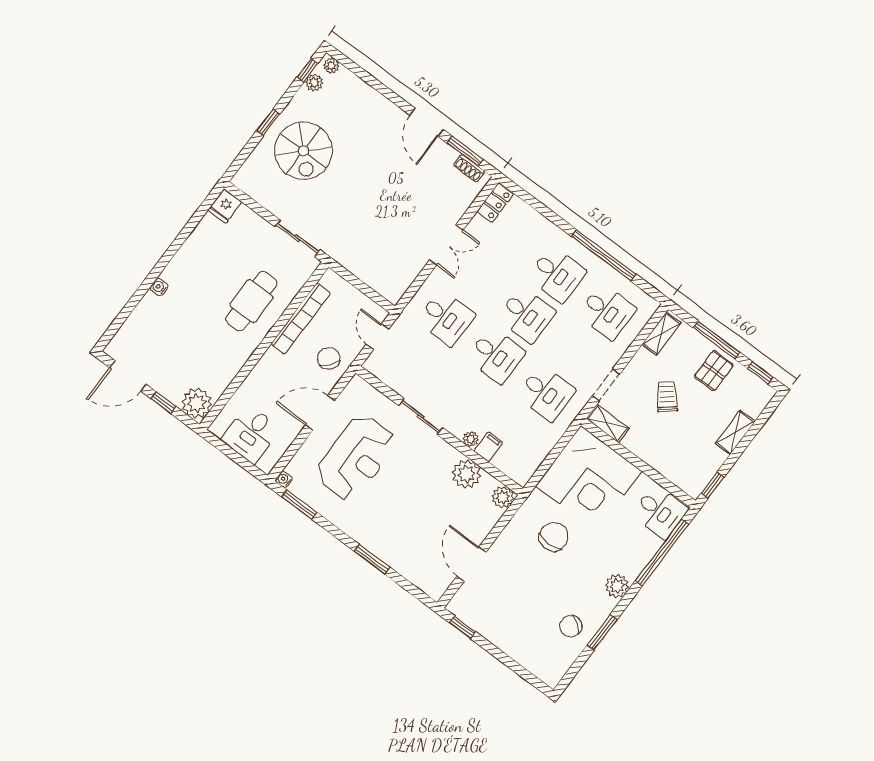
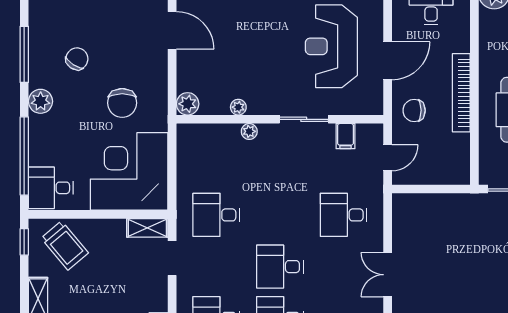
bookcase: (301, 318) -> (461, 93), moved
door: (377, 337) -> (388, 158), hinge flipped
desk: (496, 355) -> (280, 215), removed
chair: (329, 358) -> (414, 110), turned 140
trolley: (667, 397) -> (65, 245), moved, width x1.36, depth x1.39
filing cabinet: (488, 447) -> (345, 136), moved
plant: (466, 474) -> (238, 107), width x0.53, depth x0.53
chair: (571, 626) -> (77, 59), moved
window: (602, 632) -> (24, 54), width x1.44

